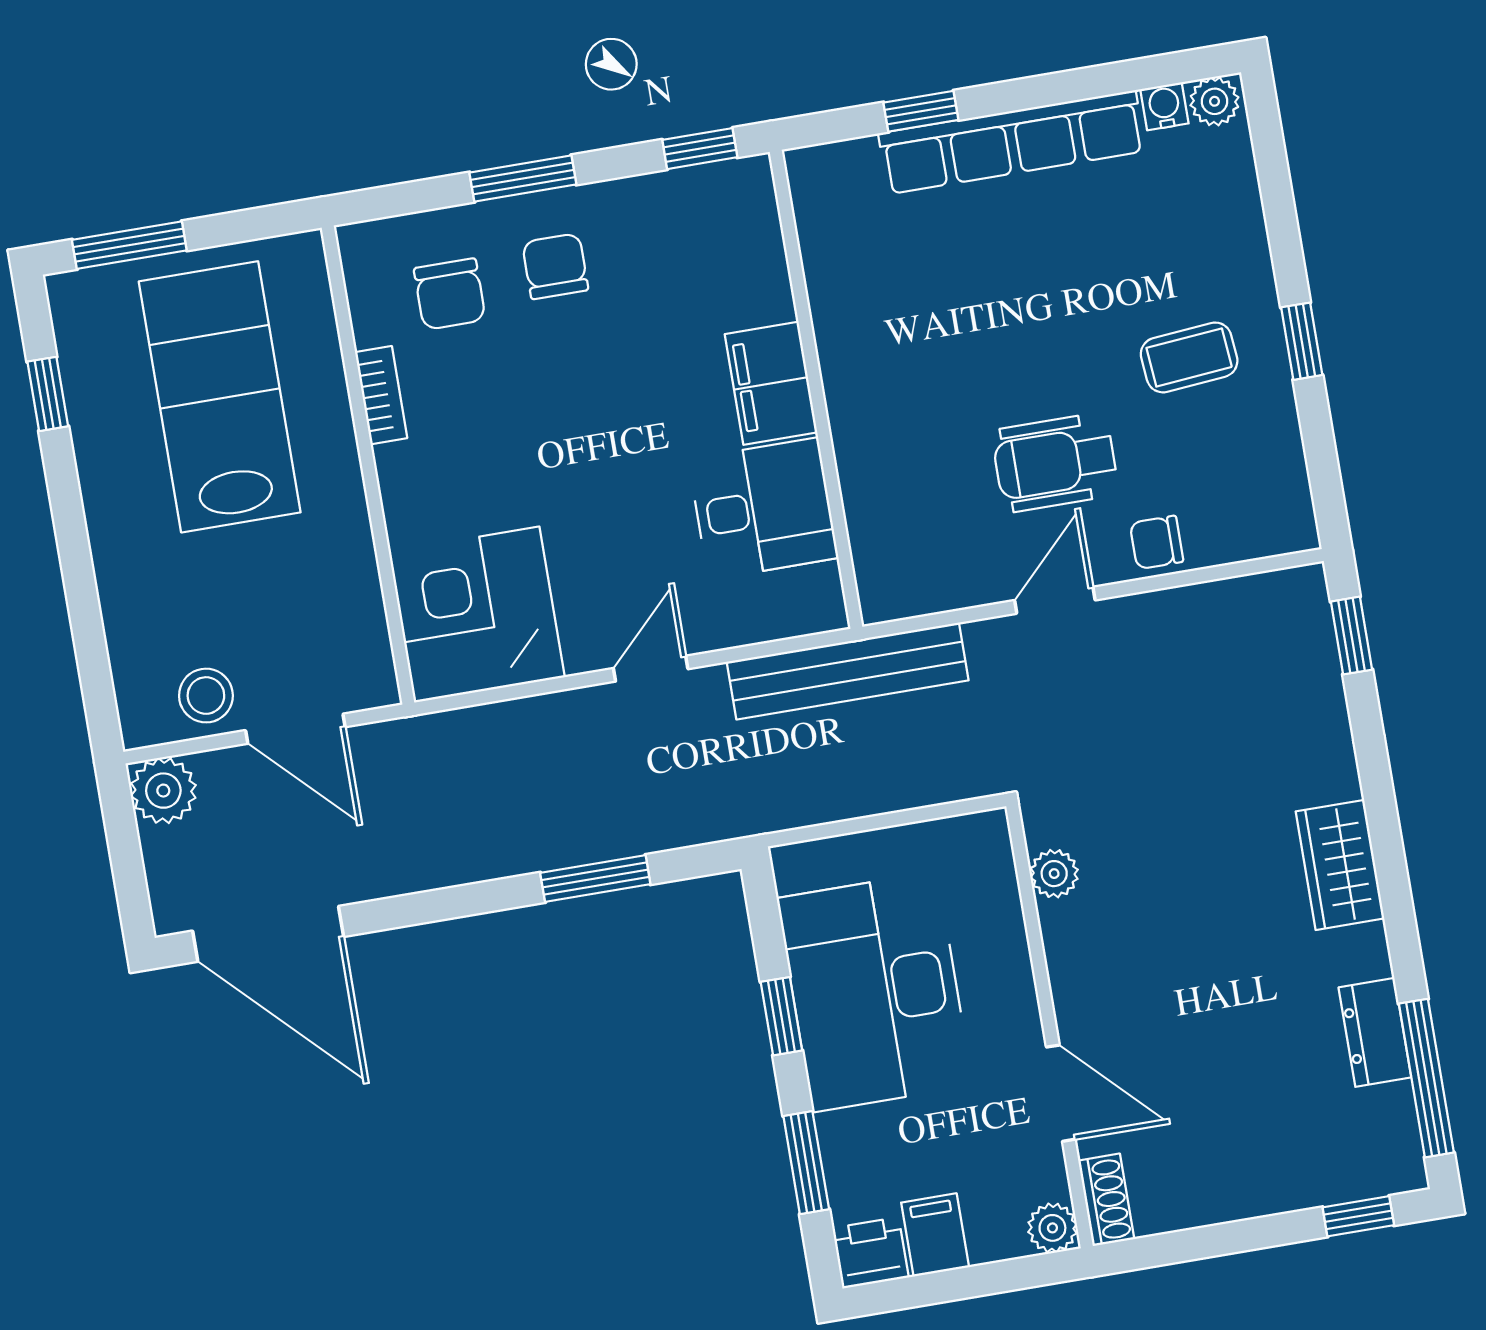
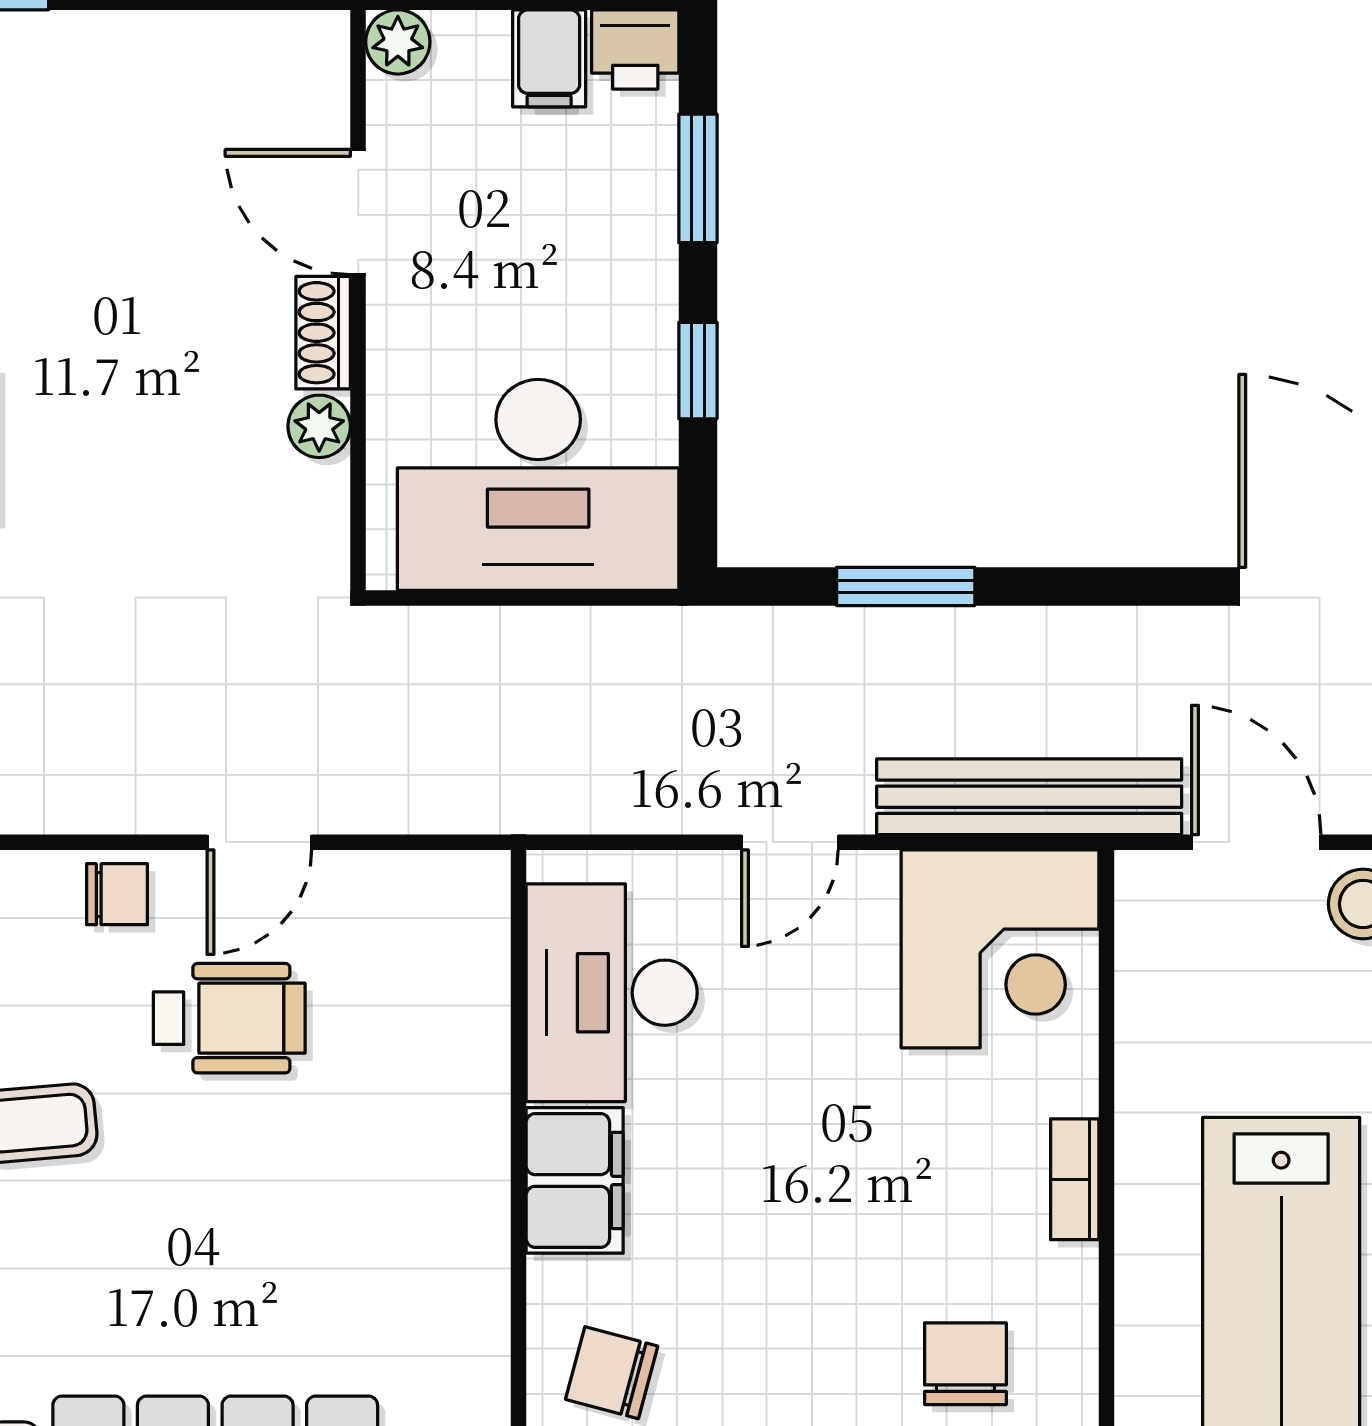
chair: (555, 266) -> (612, 1373), moved, turned 105
bookcase: (381, 395) -> (1075, 1179), moved
desk: (763, 509) -> (612, 993), width x1.37
bench: (848, 671) -> (1029, 797), moved
plant: (1054, 874) -> (319, 426), moved
desk: (875, 992) -> (538, 485), moved, turned 90
shoe rack: (1106, 1200) -> (323, 333), moved

